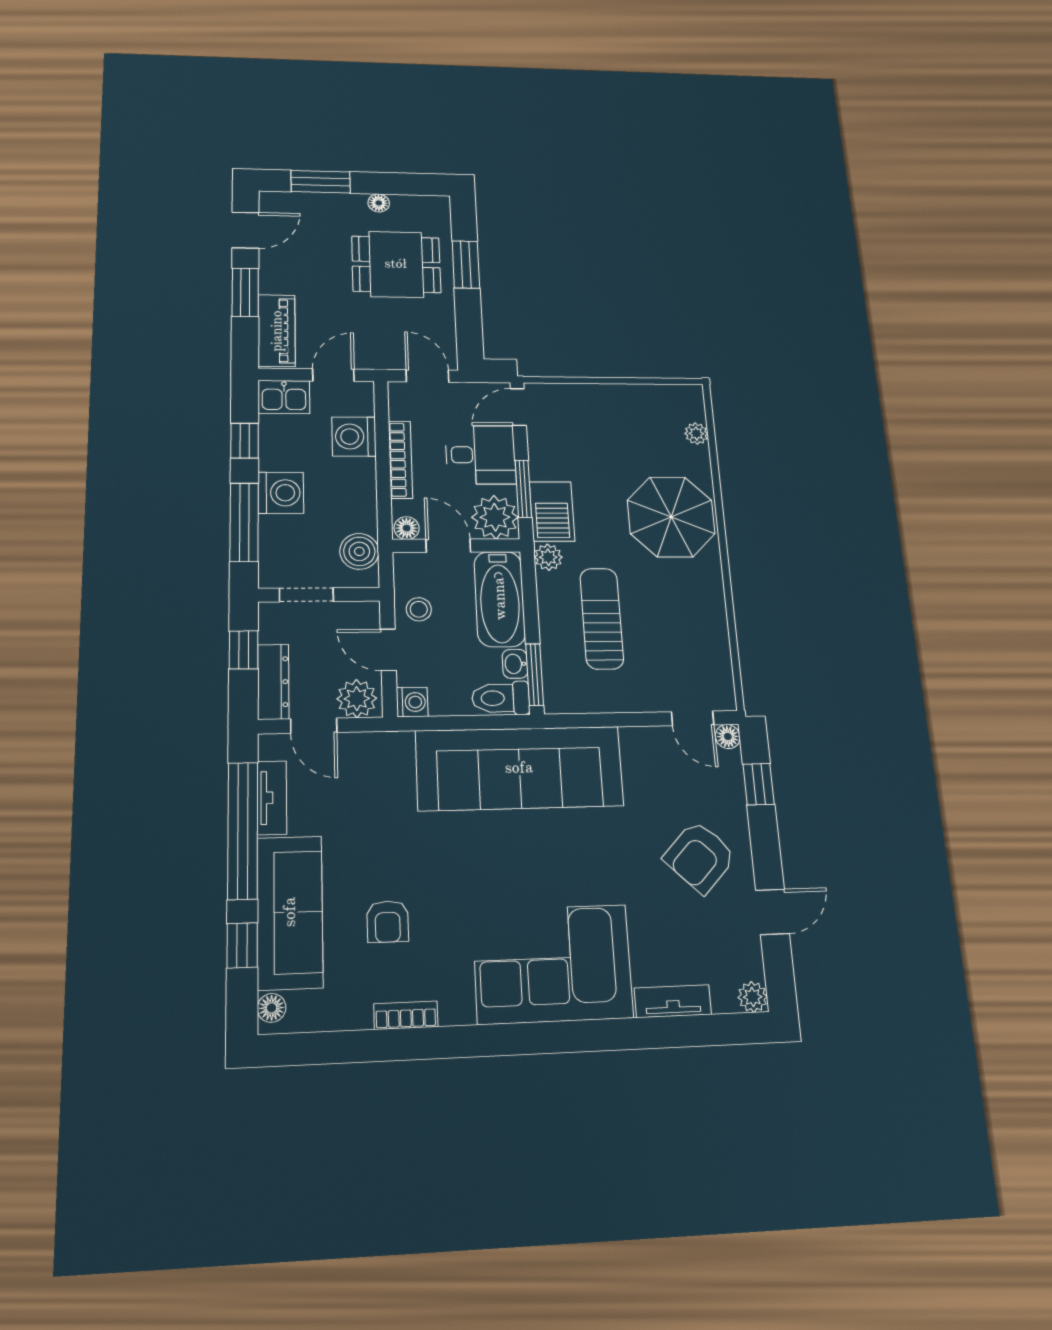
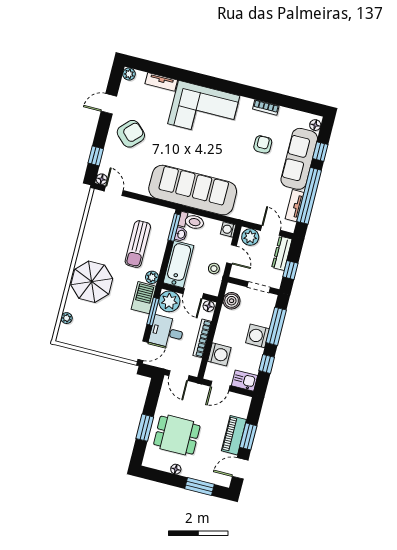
piano: (277, 331) -> (234, 435), moved

